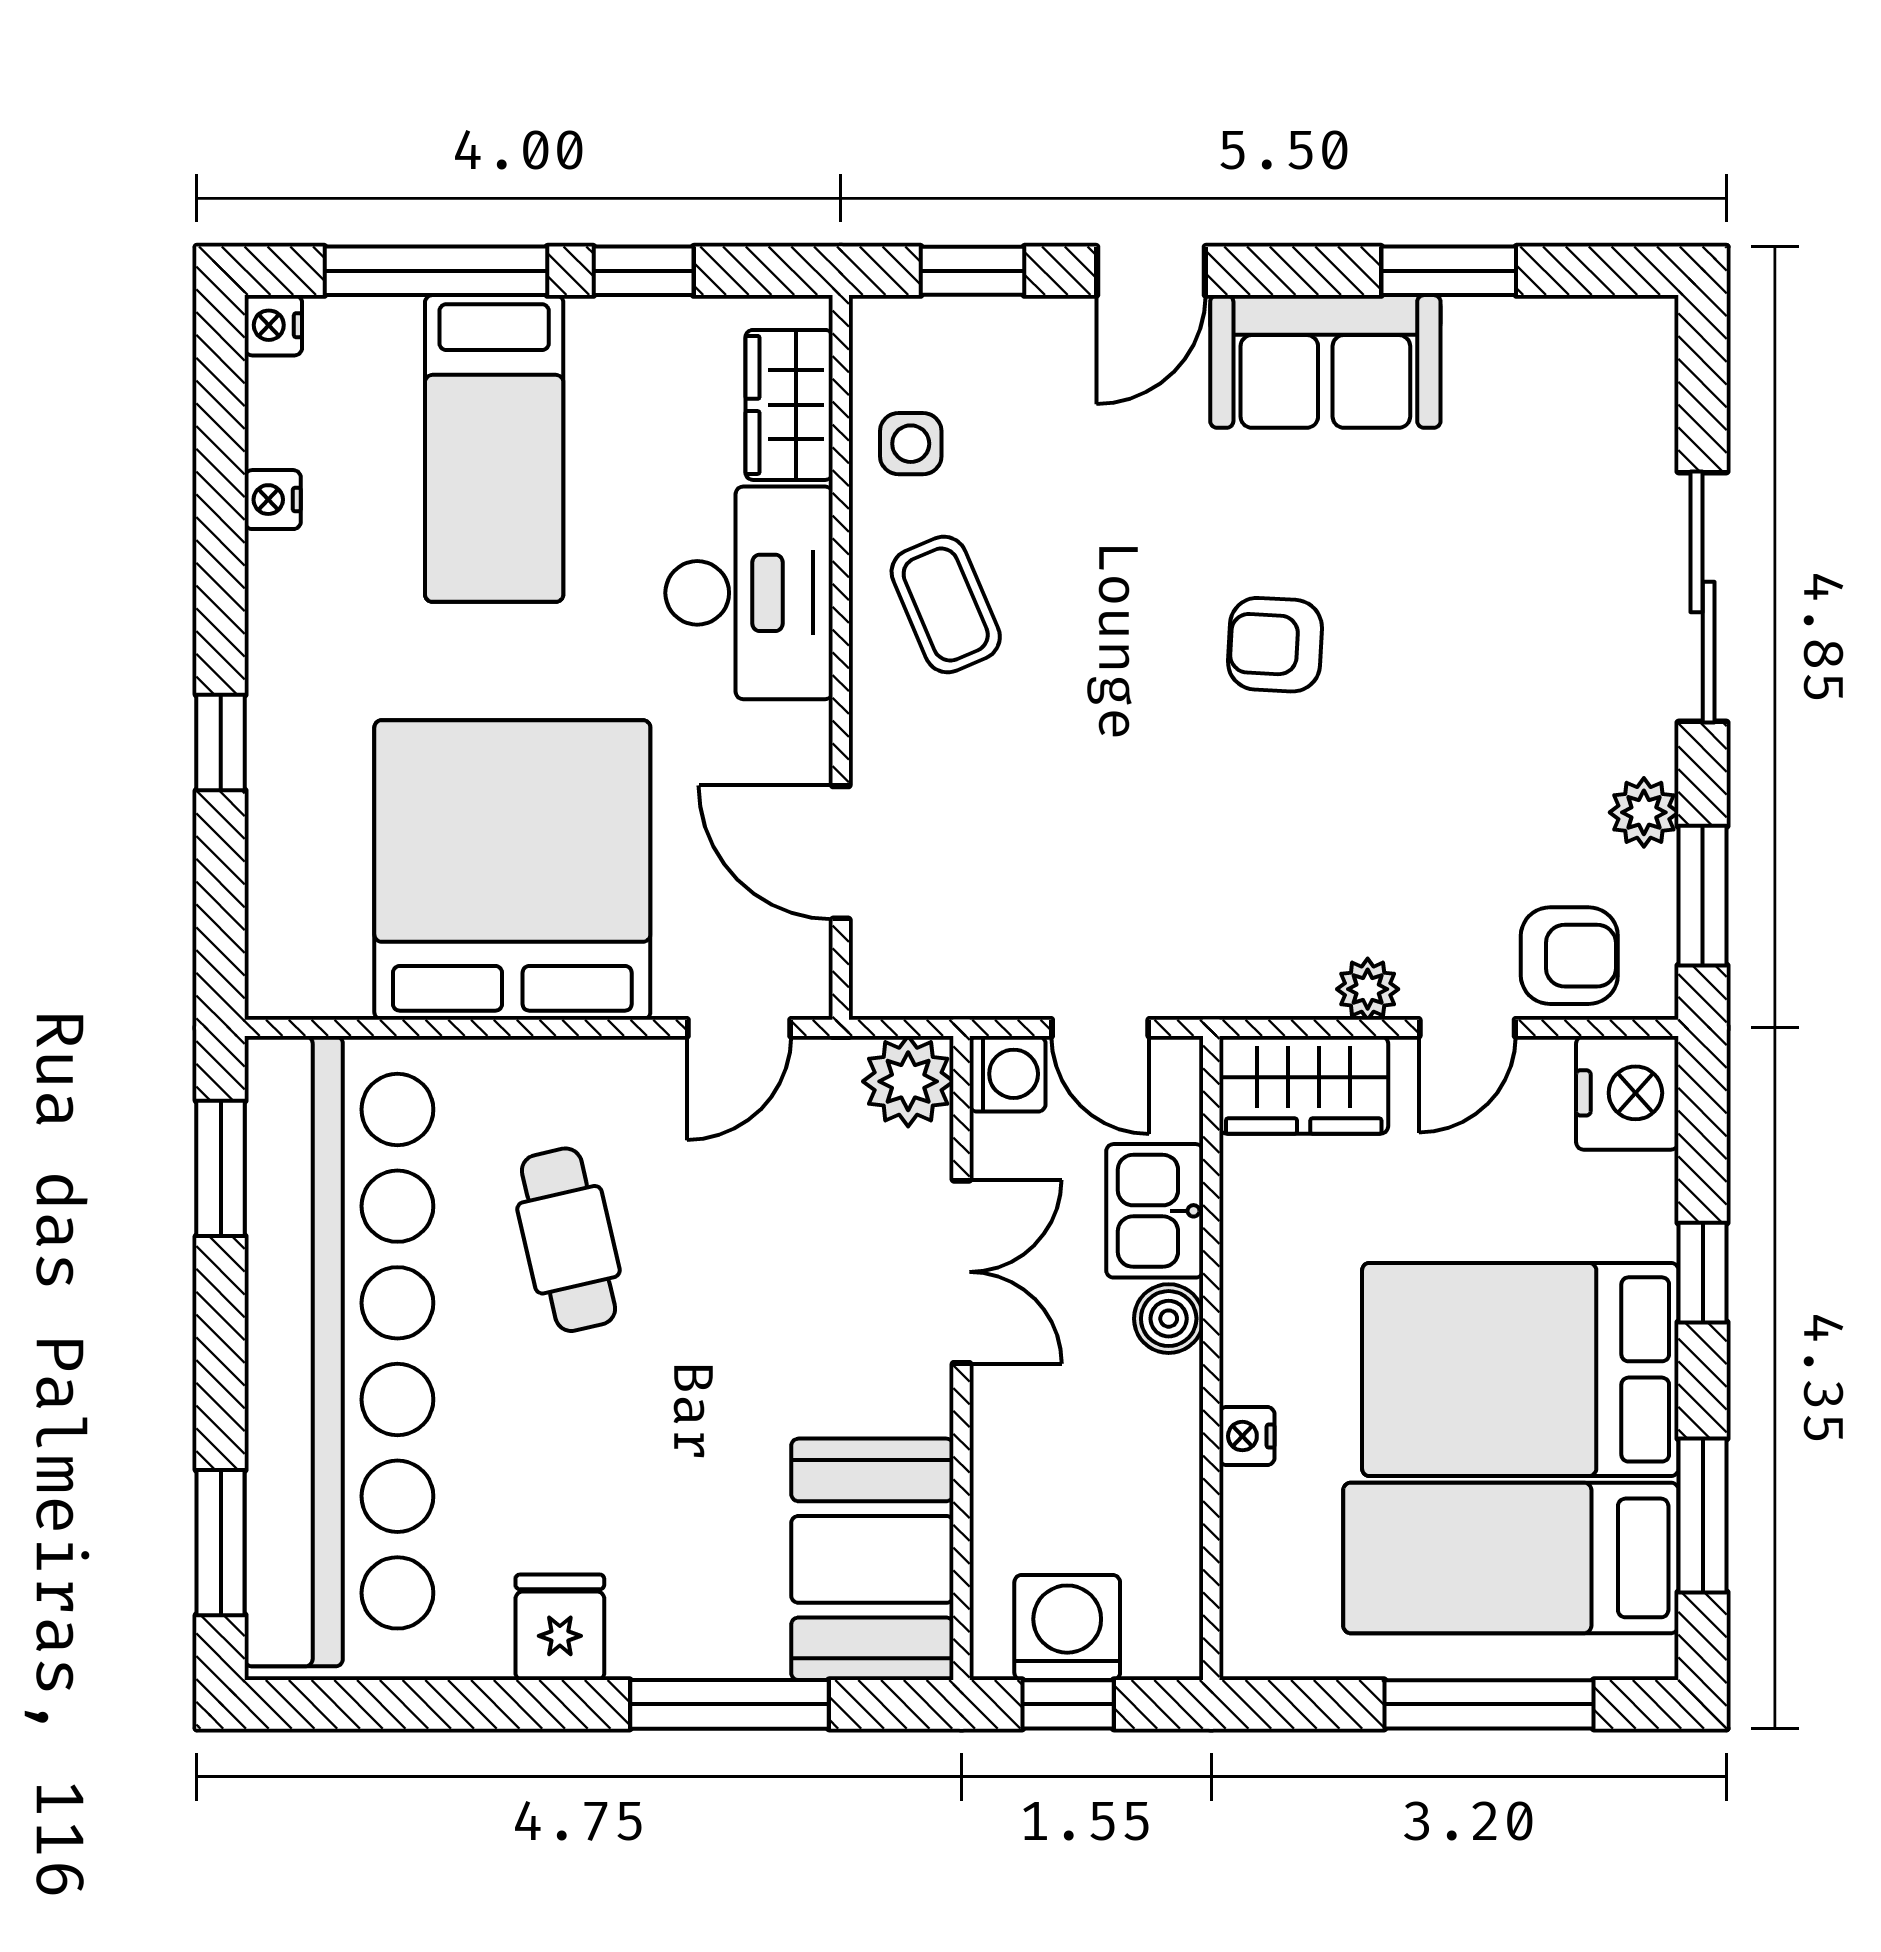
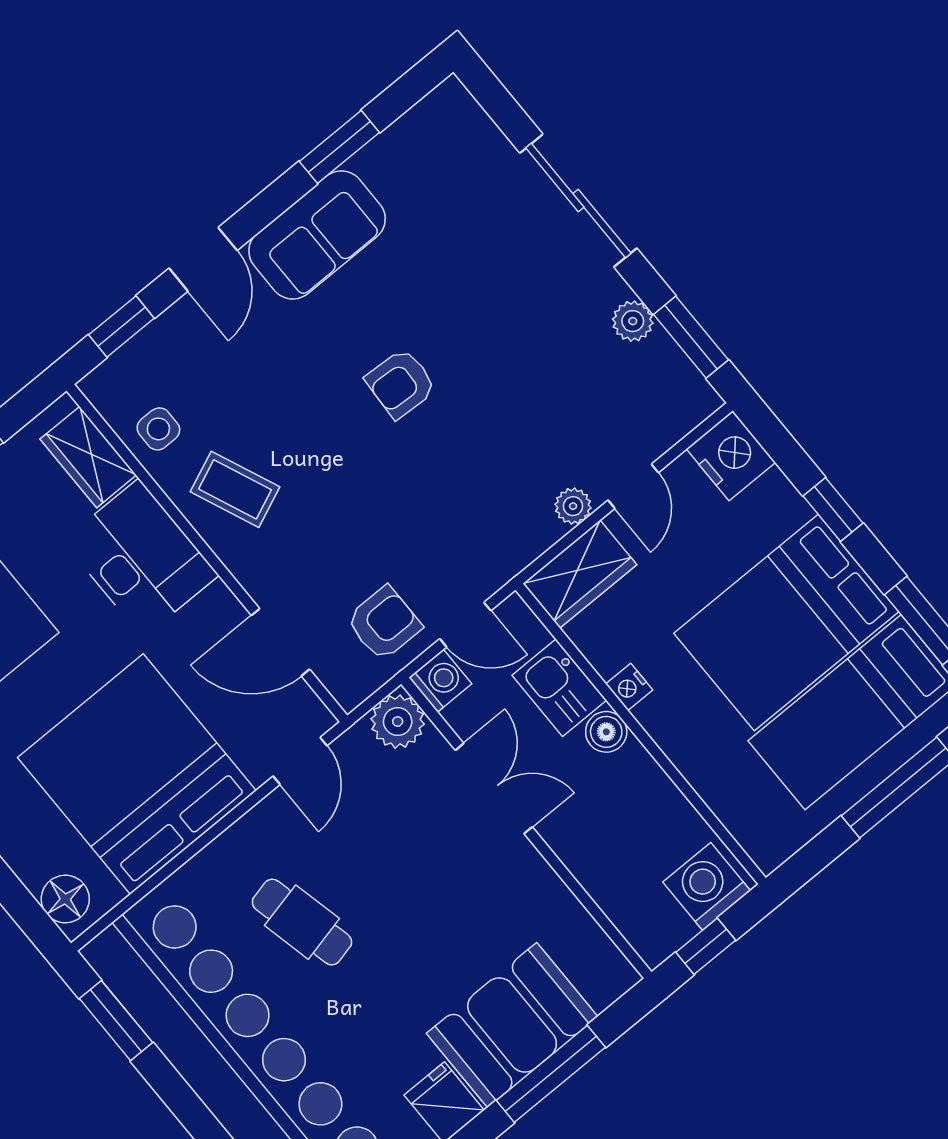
floor lamp: (285, 956) -> (65, 899), added
armchair: (1569, 956) -> (384, 623), moved
nightstand: (1247, 1436) -> (629, 687), moved
booth: (872, 1559) -> (512, 1025), moved, turned 90
washing machine: (1067, 1628) -> (707, 886), moved

